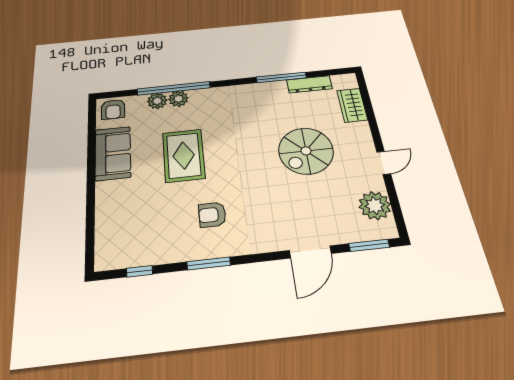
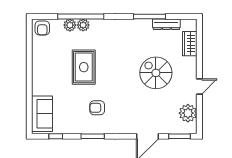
spiral stairs: (306, 151) -> (156, 73), turned 90
sofa: (113, 153) -> (42, 114), moved

